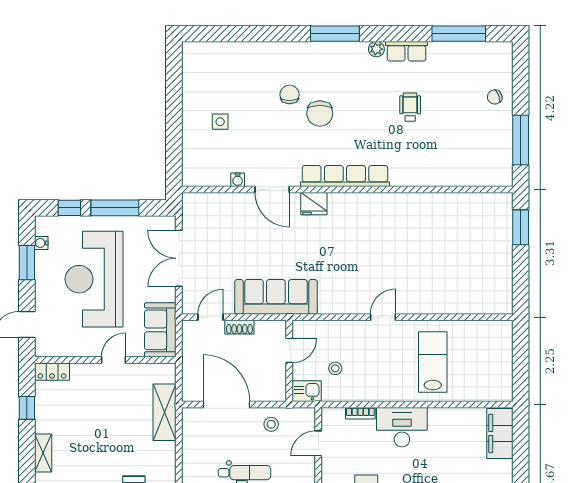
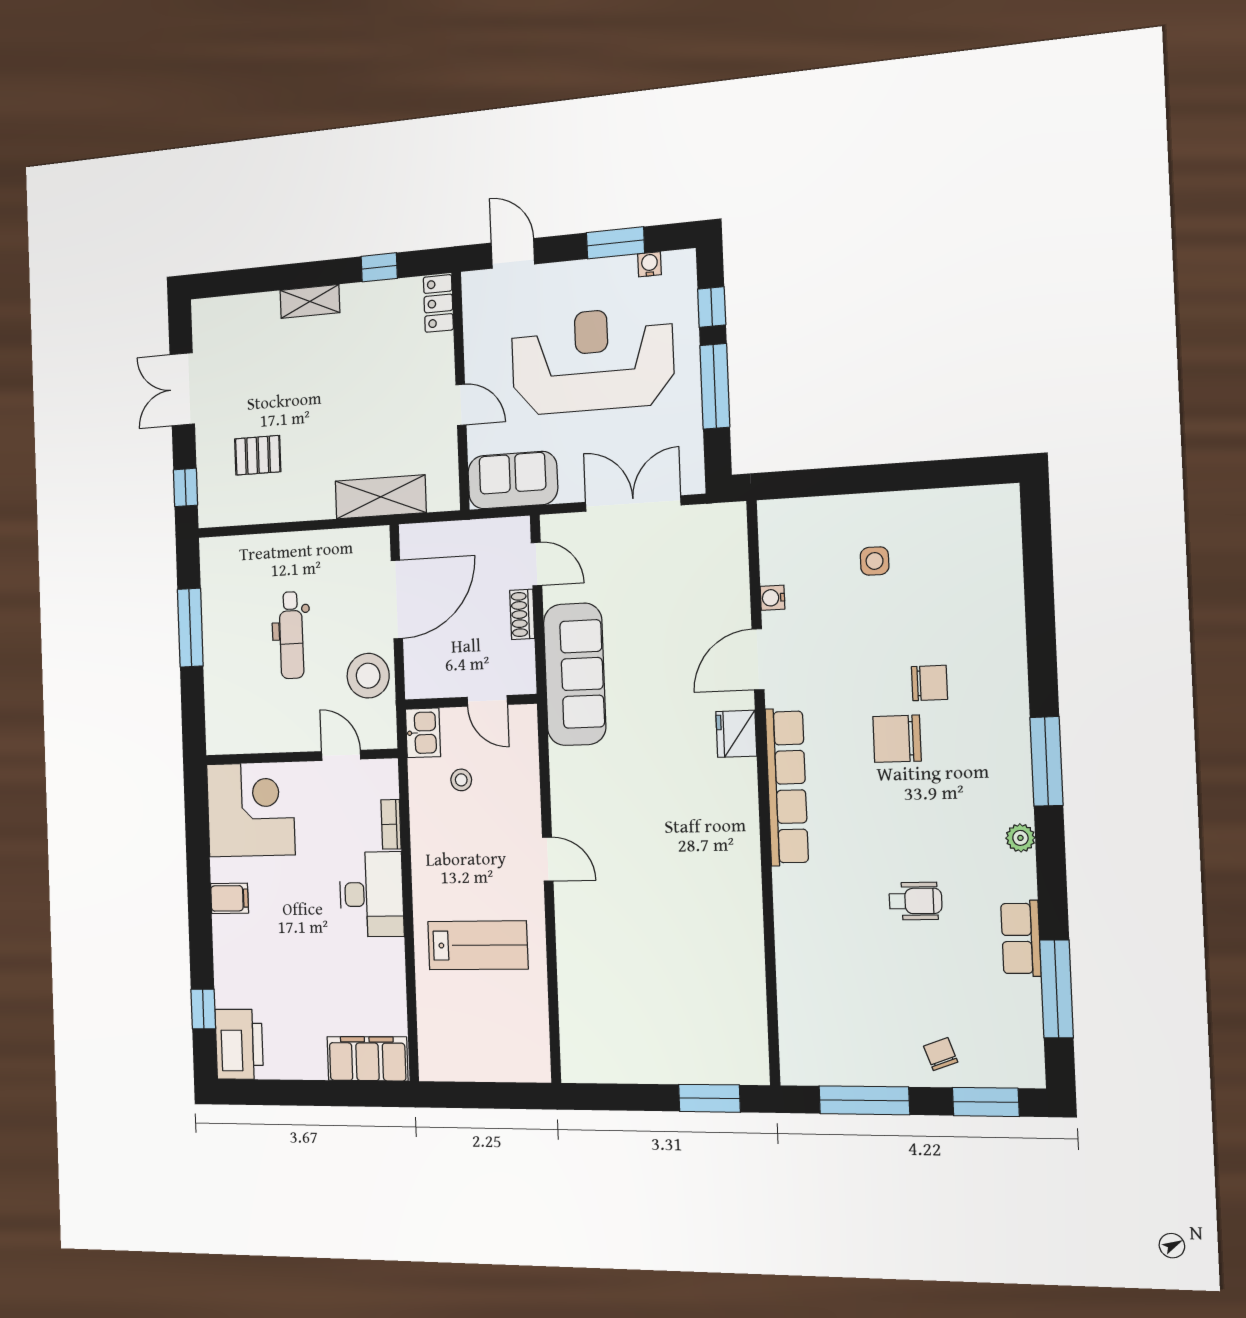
row of seats: (407, 51) -> (1021, 938), moved
window: (521, 74) -> (986, 1102), added
stool: (271, 424) -> (368, 676), width x1.89, depth x1.89

